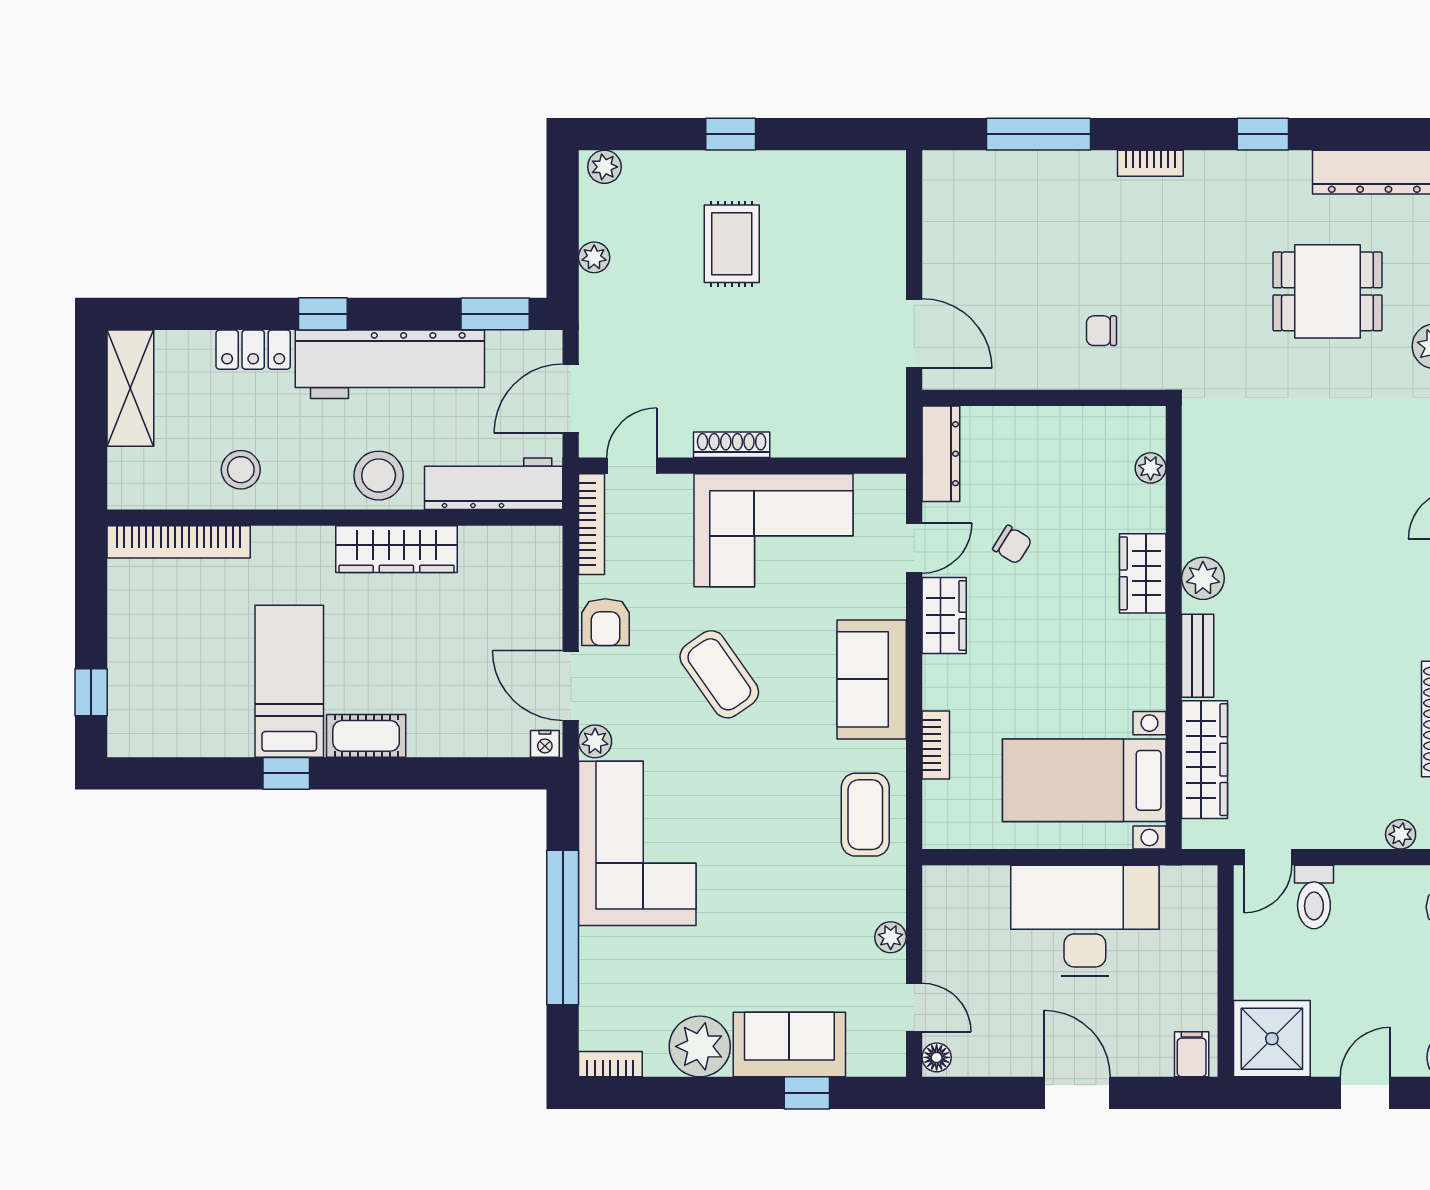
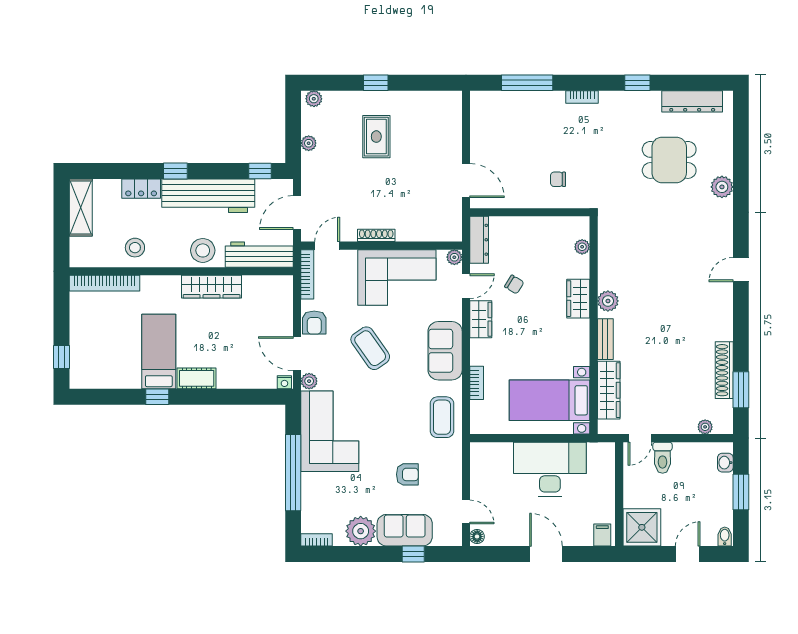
window: (495, 314) -> (260, 171), width x0.67
armchair: (795, 931) -> (407, 474), added
plant: (891, 937) -> (454, 257), moved

